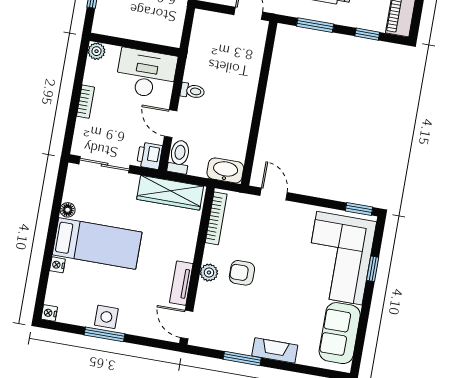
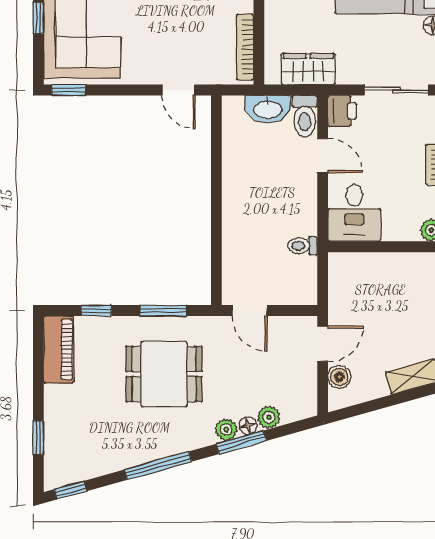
desk: (146, 74) -> (354, 213), width x0.73
toilet: (192, 91) -> (303, 246), moved
washbasin: (225, 170) -> (268, 109), moved
wardrobe: (170, 193) -> (308, 69), width x0.67

